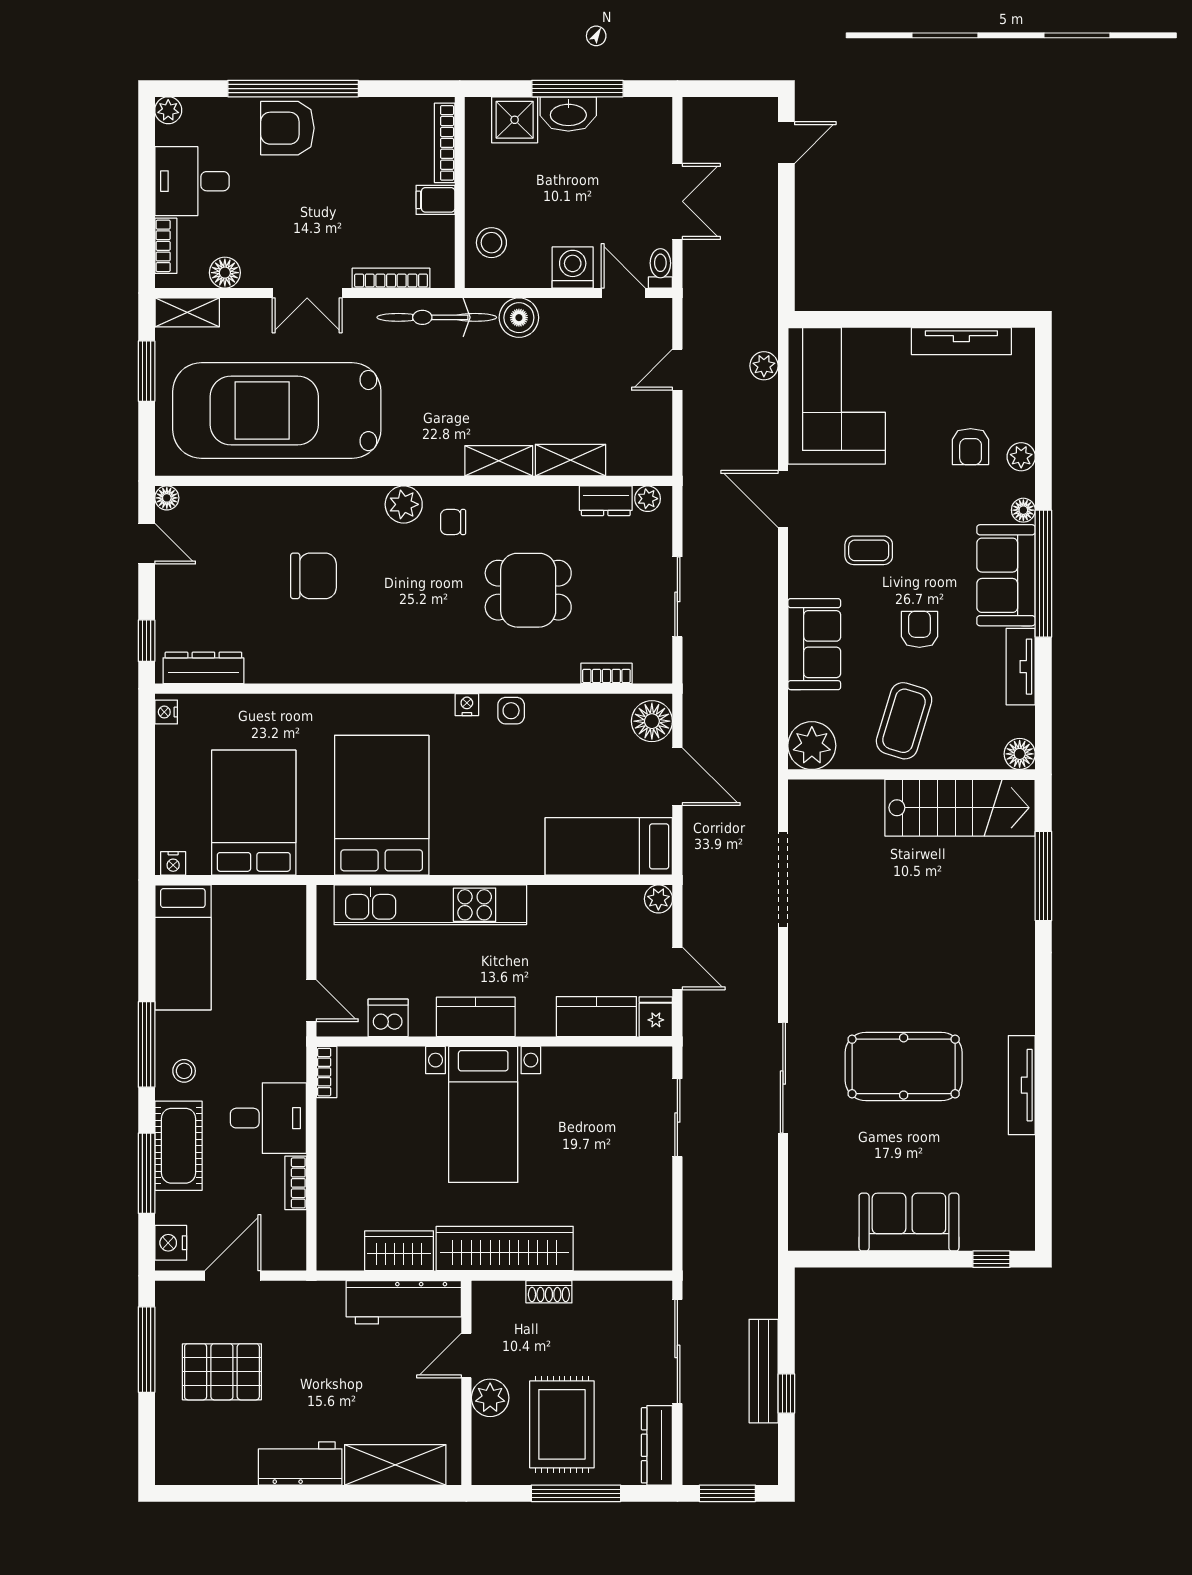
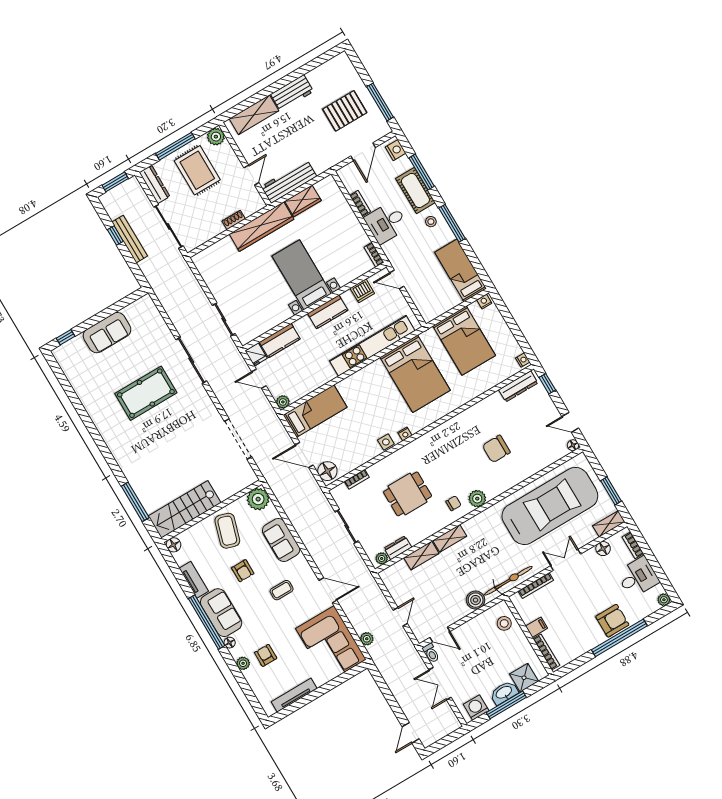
washing machine: (573, 268) -> (476, 708), moved, turned 180
tv unit: (1022, 1085) -> (94, 414), removed
plant: (490, 1398) -> (216, 137), moved

